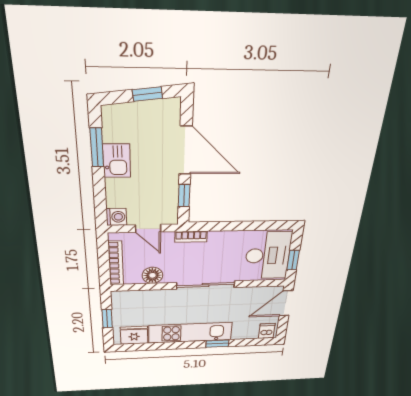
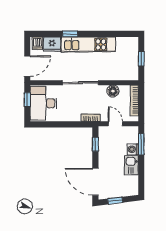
window: (97, 147) -> (141, 144), moved
door: (185, 150) -> (95, 182), moved
washing machine: (116, 217) -> (133, 149), moved
fridge: (134, 335) -> (52, 44), moved

